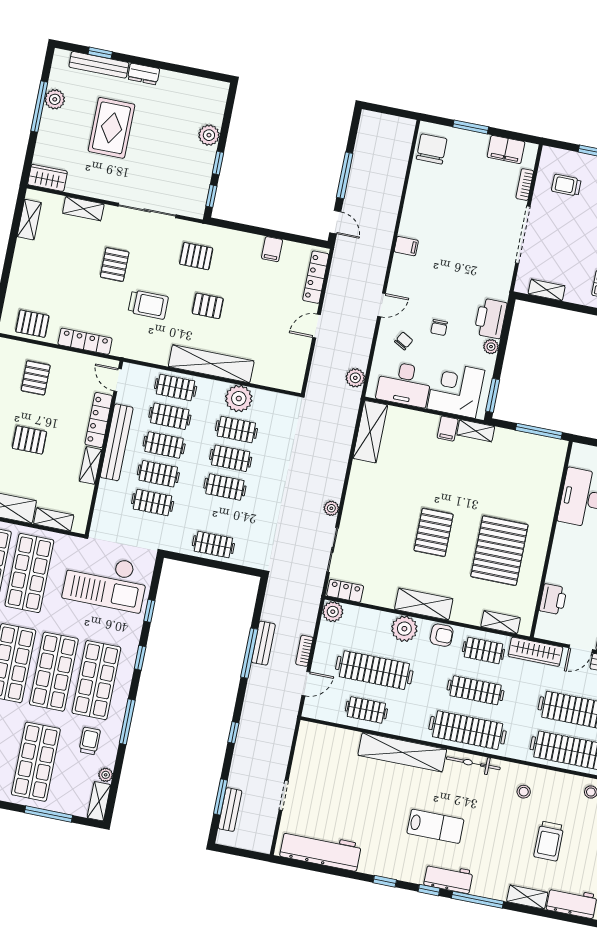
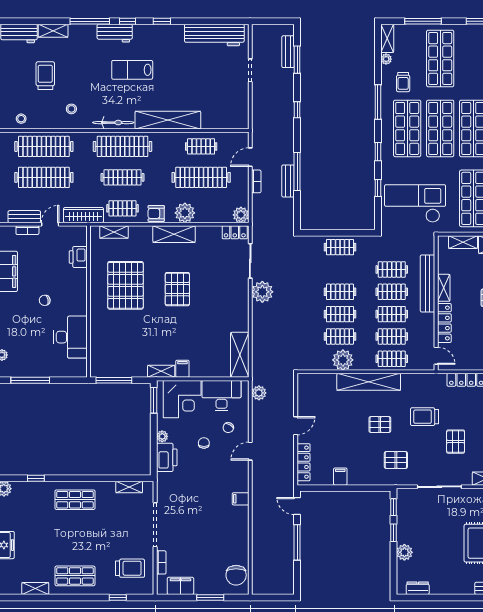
dresser: (144, 74) -> (418, 588), moved
trolley: (566, 185) -> (130, 568), width x1.36, depth x1.39
bench: (117, 442) -> (428, 283), moved
plant: (331, 508) -> (262, 292), width x1.87, depth x1.87

